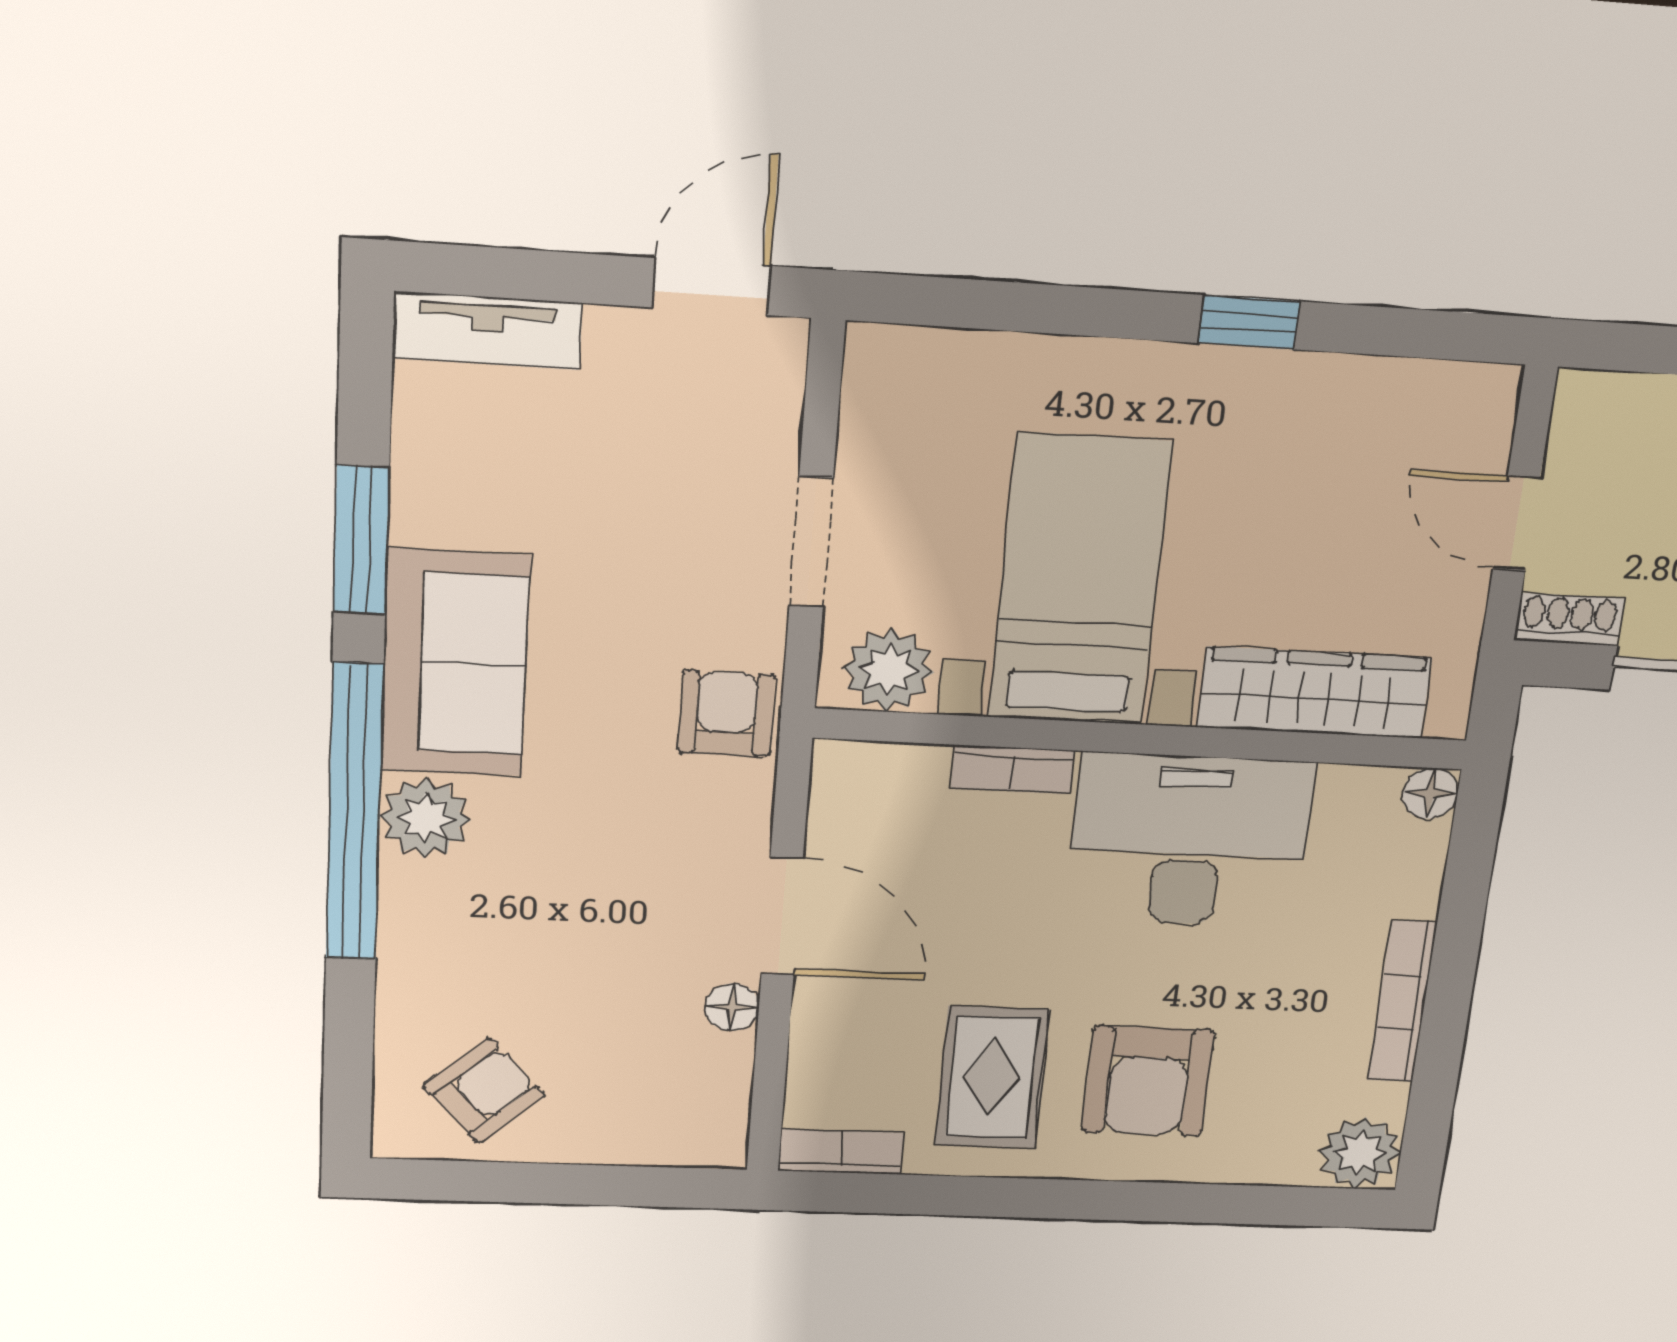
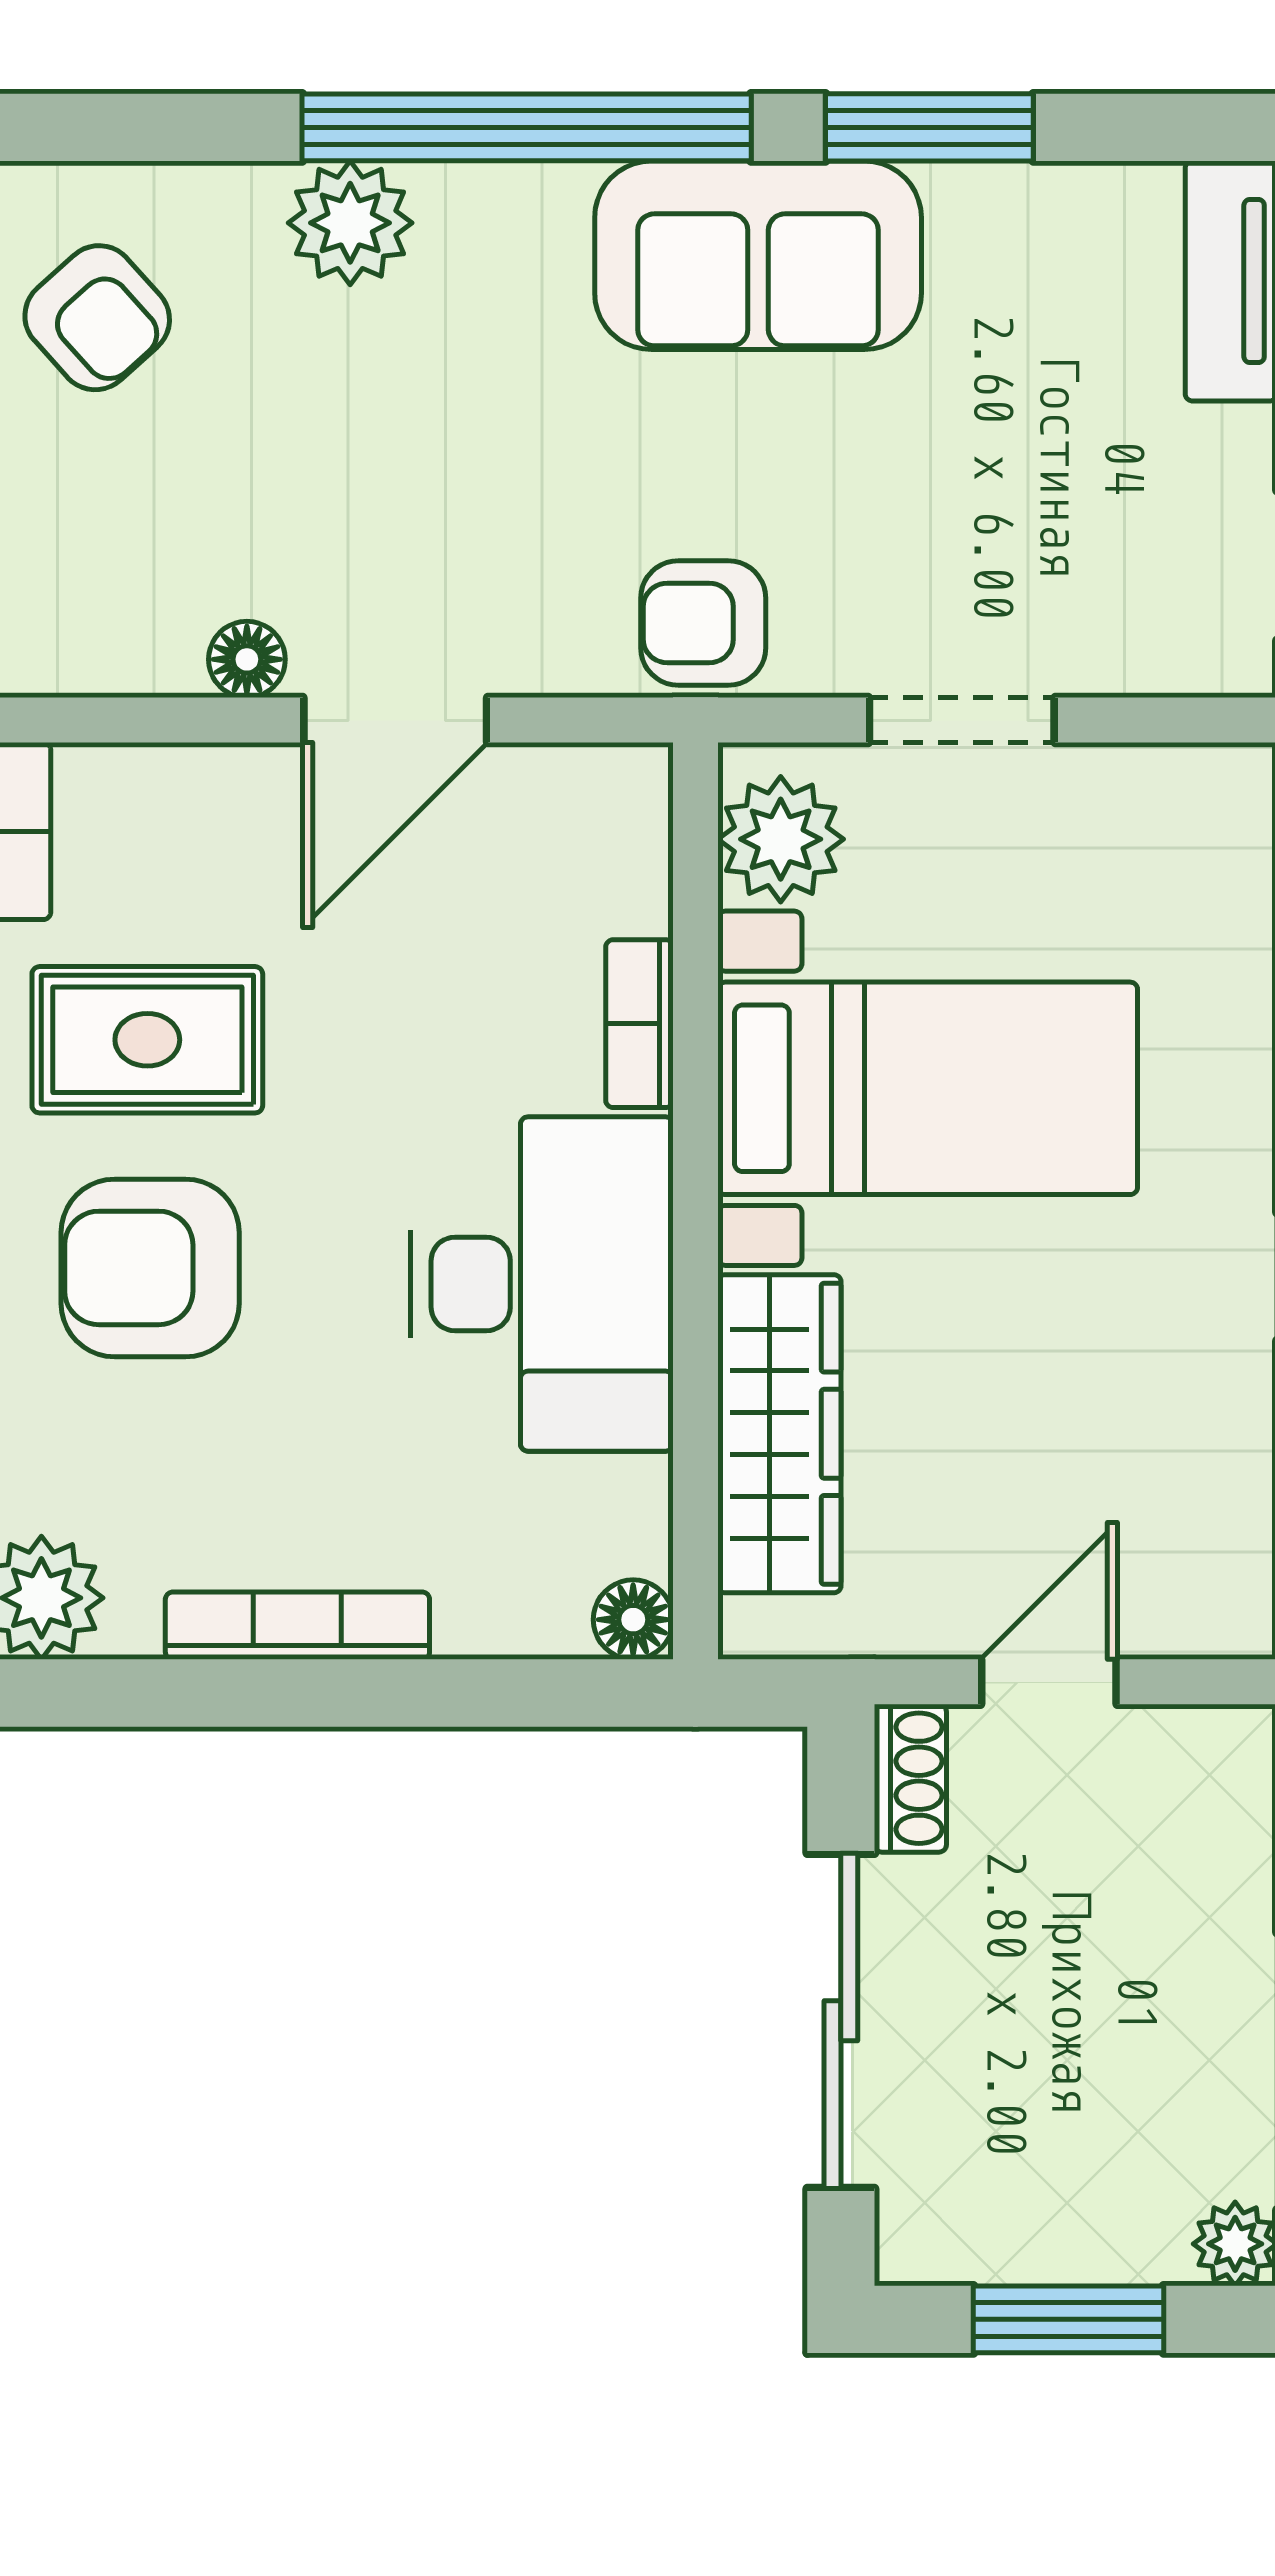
armchair: (726, 714) -> (703, 623), turned 180
plant: (425, 818) -> (350, 223), moved

